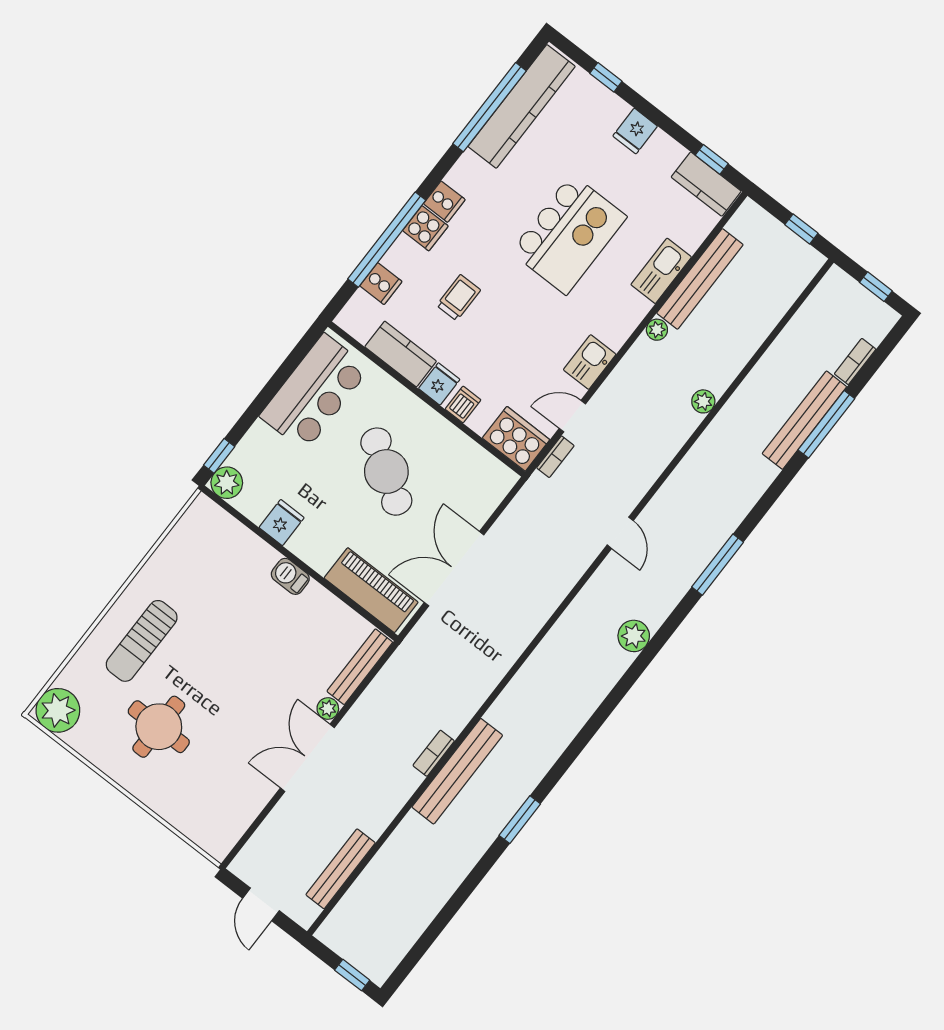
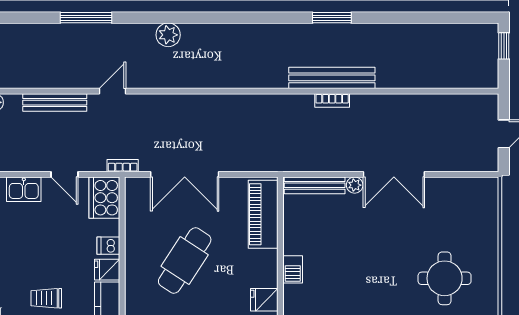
bookcase: (555, 457) -> (123, 166), moved
double door: (454, 569) -> (185, 174), moved
bench: (341, 869) -> (55, 103), moved

